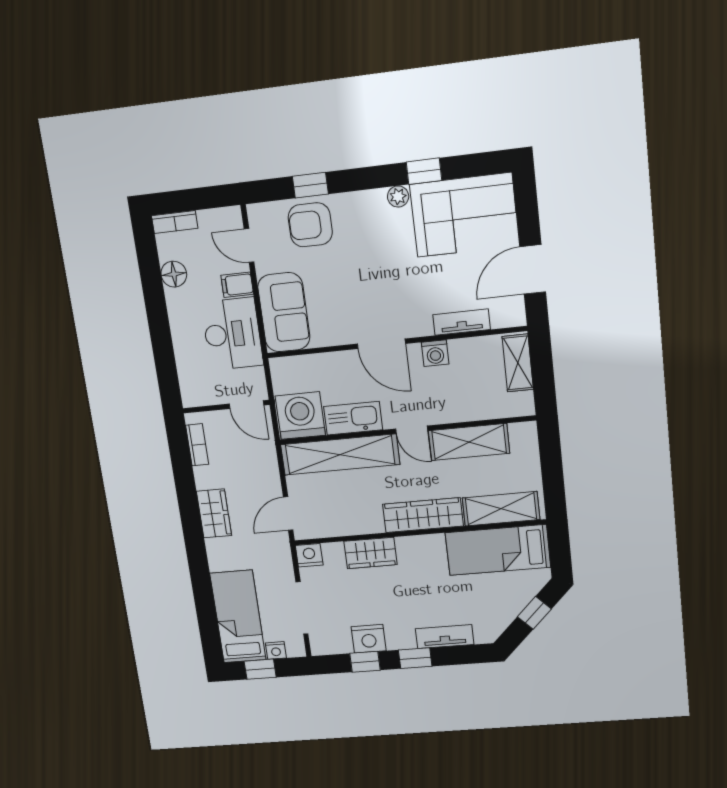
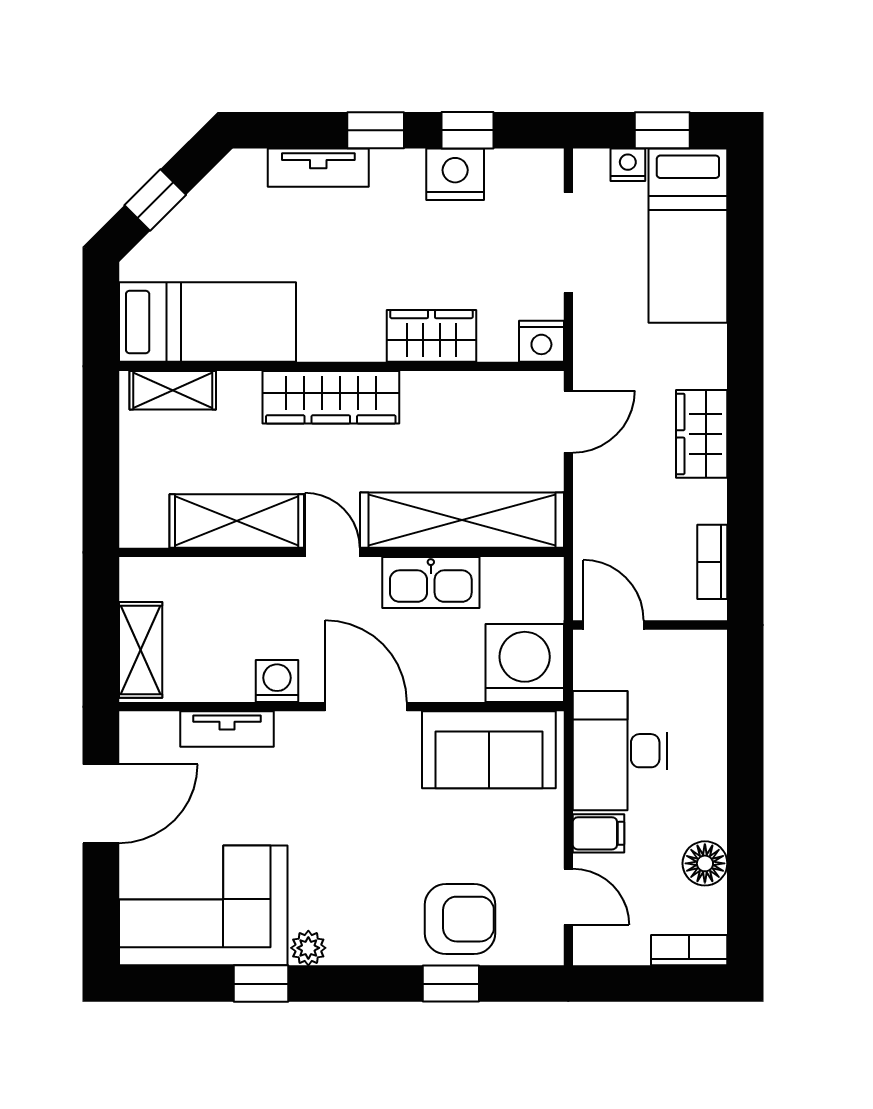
sofa: (284, 312) -> (489, 750), moved, turned -90
washing machine: (300, 416) -> (525, 663), moved, turned 180
shelving: (501, 509) -> (173, 390), width x0.67, depth x0.75

